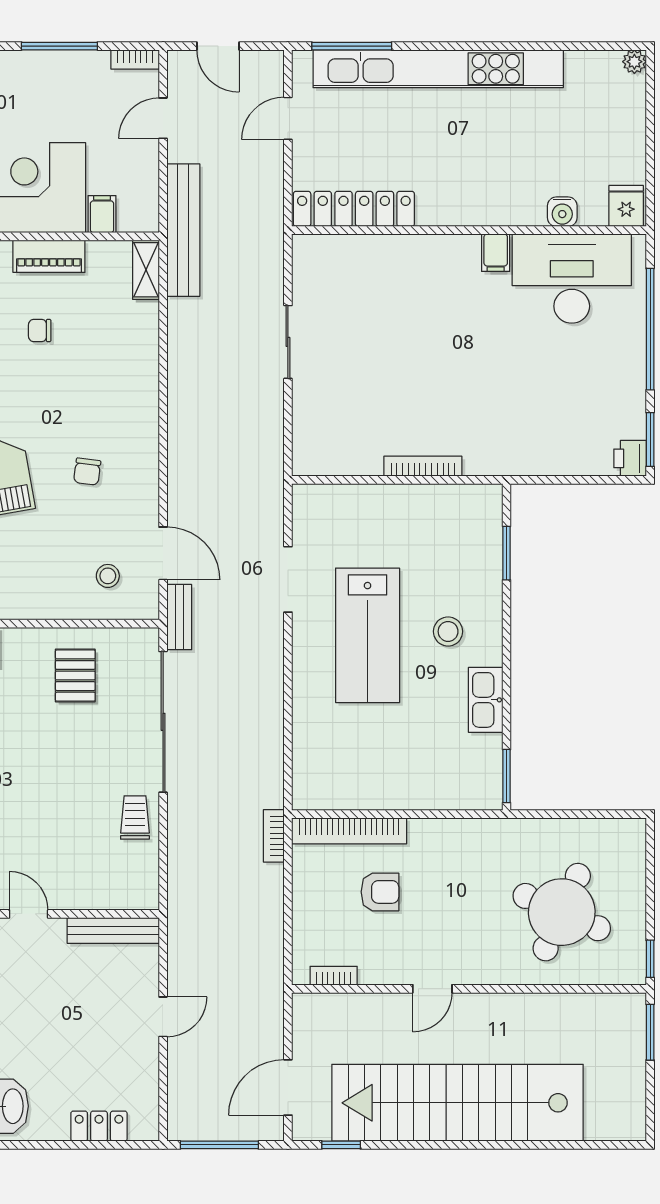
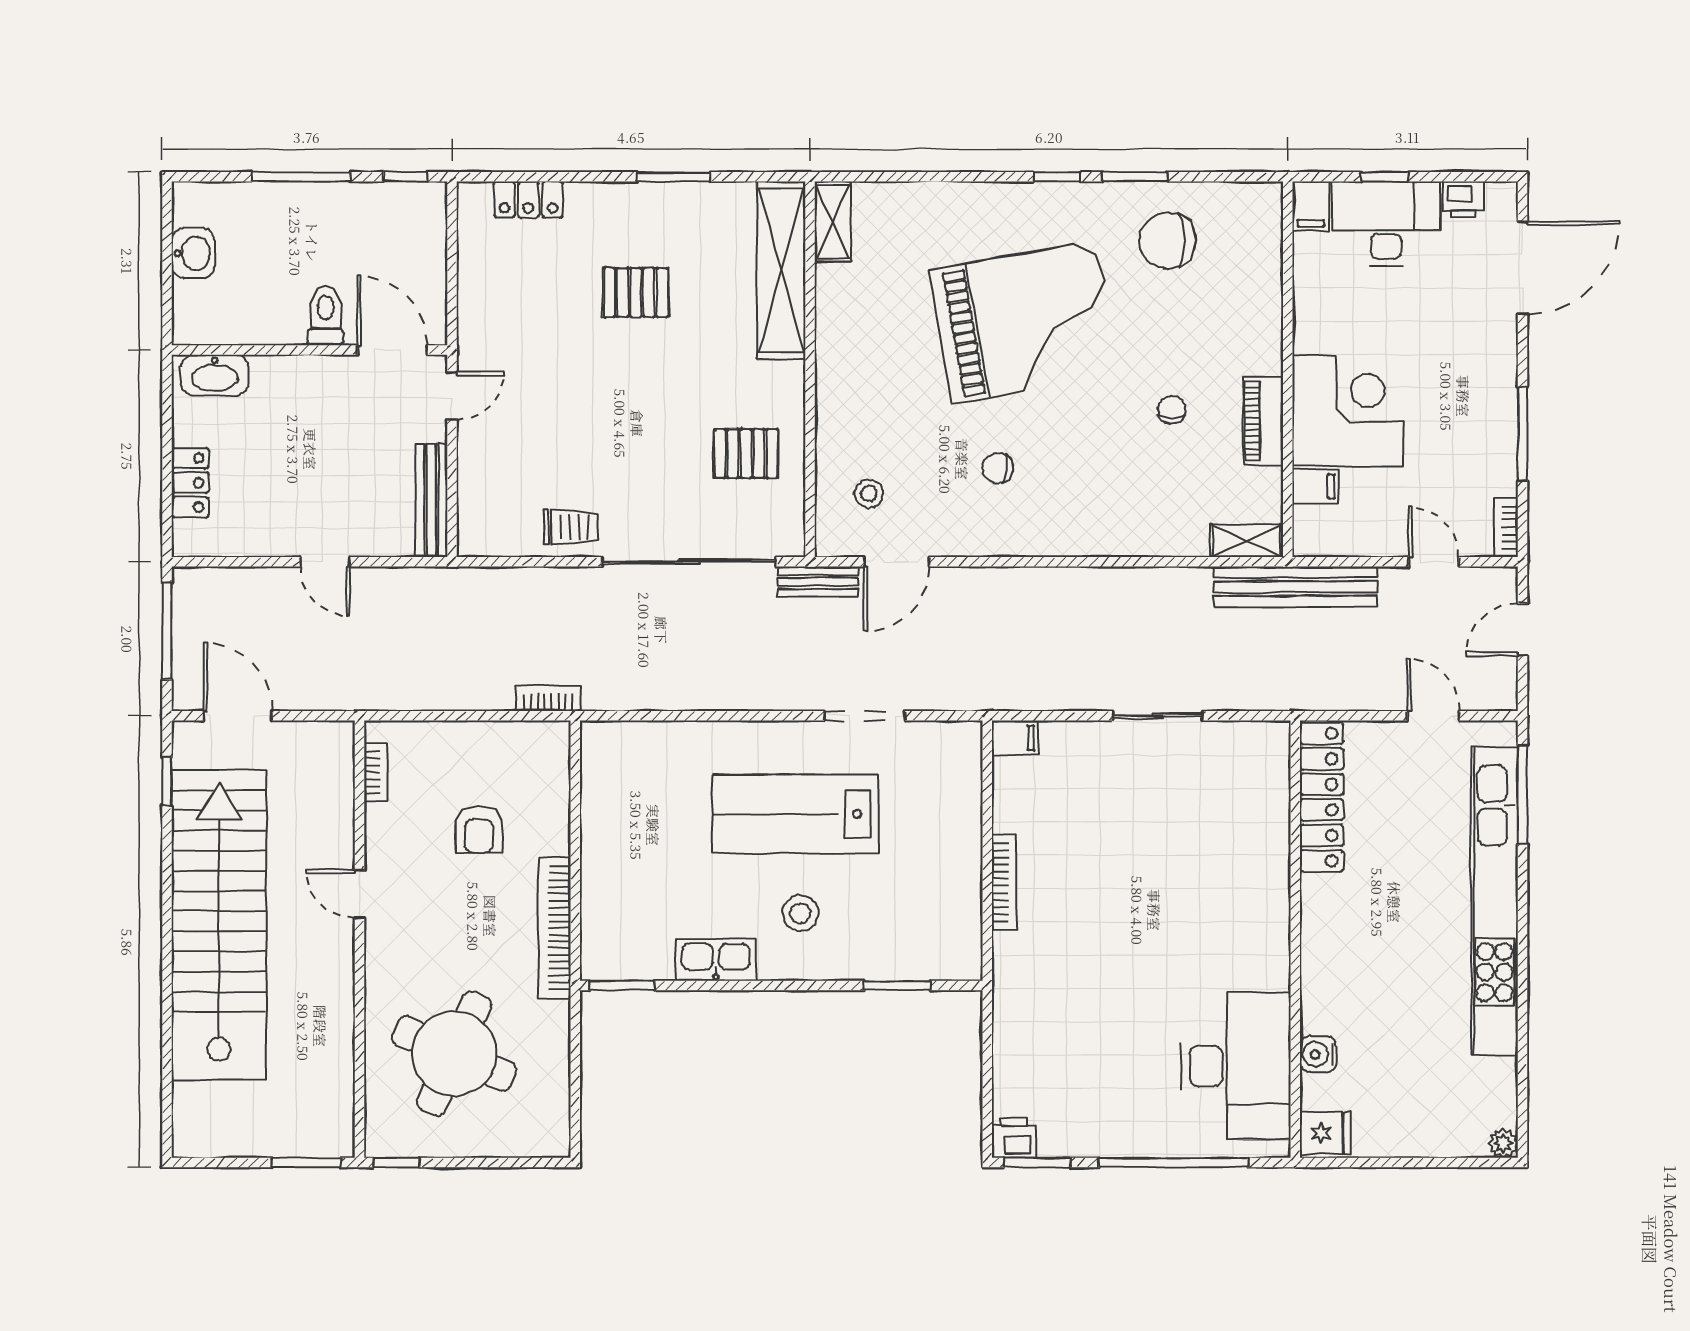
filing cabinet: (496, 253) -> (1015, 738), moved, turned 180
bookcase: (349, 831) -> (554, 928), moved

